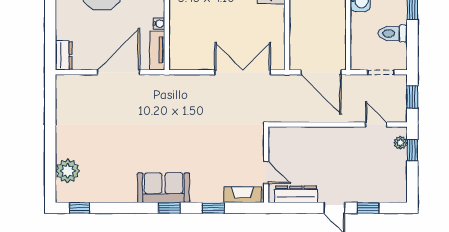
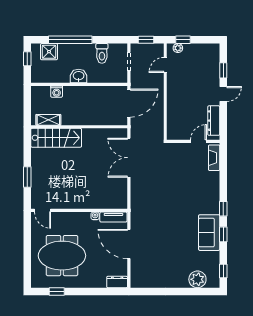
sofa: (164, 188) -> (209, 233), moved
window: (213, 208) -> (223, 234), moved

